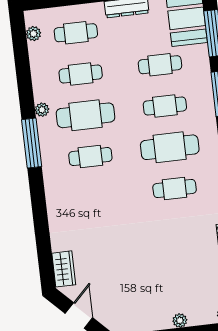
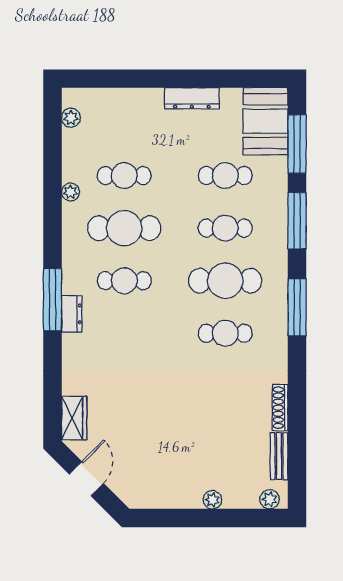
cafe table: (76, 33) -> (124, 123), removed
plant: (42, 110) -> (70, 192), moved
window: (32, 143) -> (52, 299), moved
dresser: (52, 187) -> (72, 314), added

